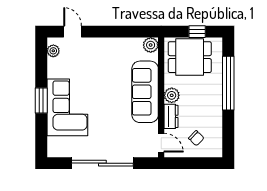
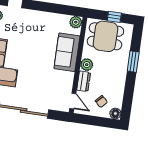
window: (228, 83) -> (133, 62), width x0.47
sofa: (145, 92) -> (67, 52), width x0.73
floor lamp: (216, 150) -> (115, 113), added

